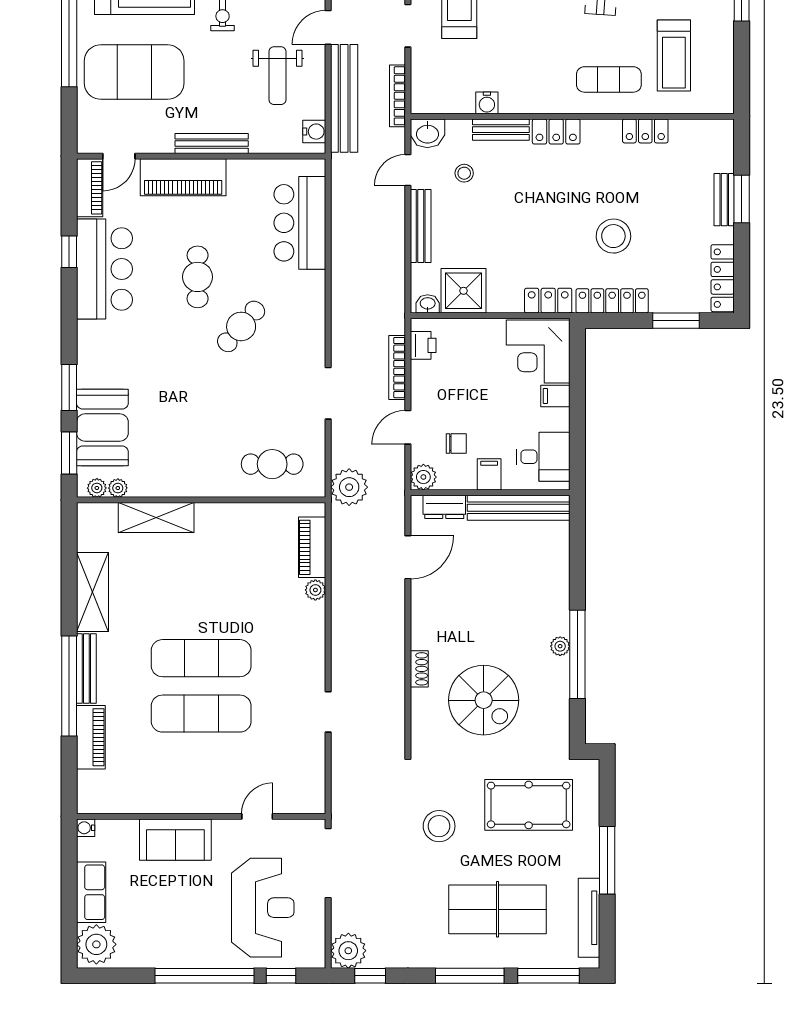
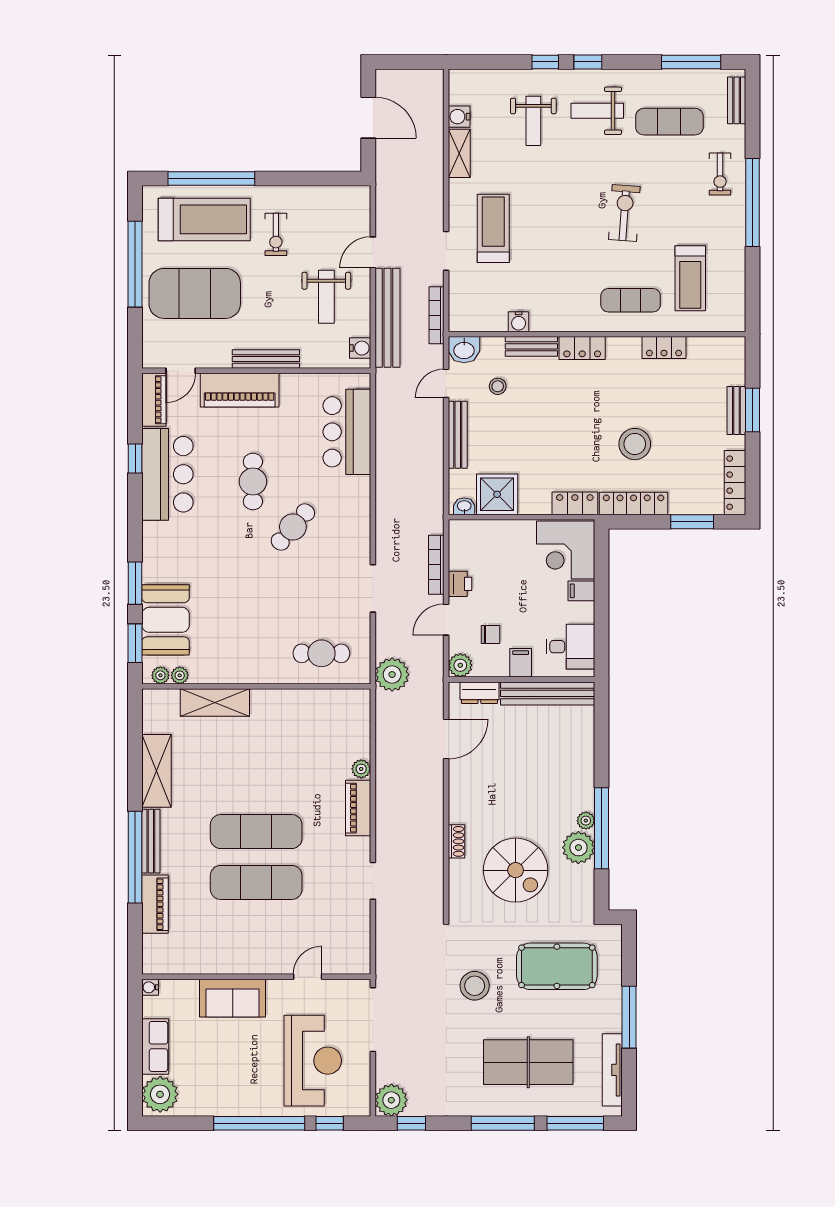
printer: (423, 345) -> (460, 584), moved
piano: (312, 547) -> (358, 808), moved
plant: (552, 676) -> (578, 848), added

